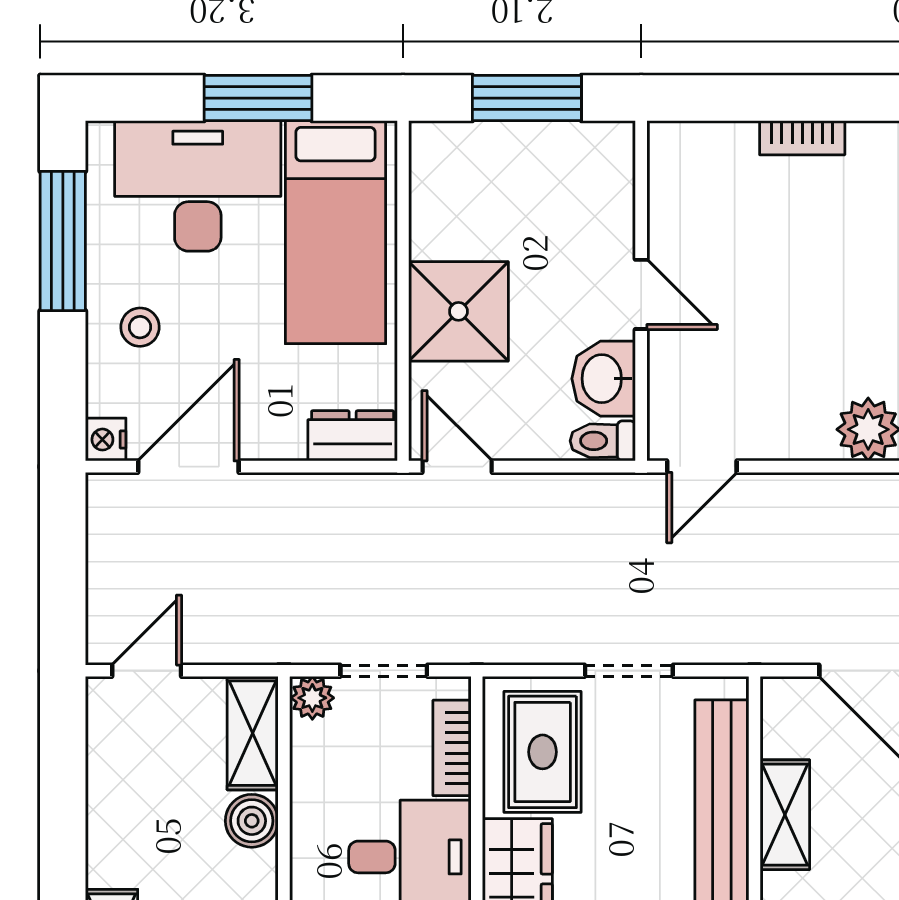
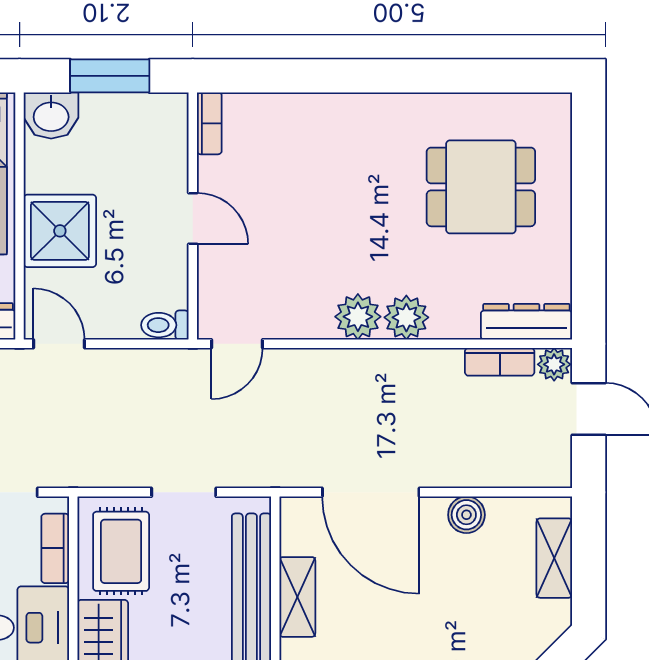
bookcase: (802, 138) -> (209, 123), moved, turned -90
washbasin: (604, 379) -> (51, 115), moved, turned -90

